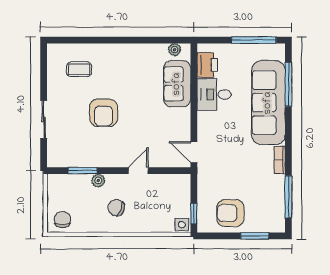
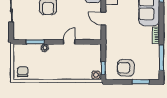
door: (194, 152) -> (103, 19), moved
chair: (116, 208) -> (56, 64), removed

